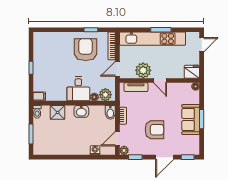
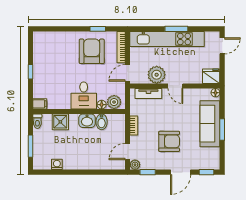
bidet: (110, 112) -> (102, 122), moved
sofa: (191, 119) -> (210, 124), width x1.36
washing machine: (95, 150) -> (57, 164), moved

